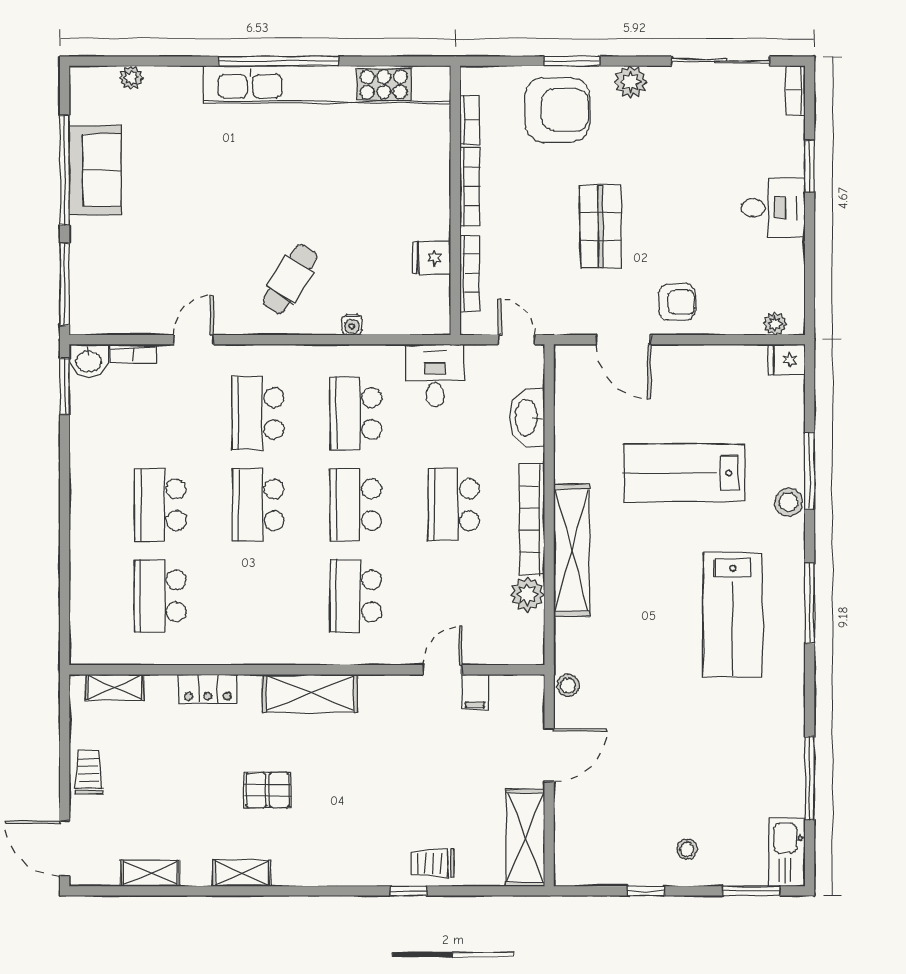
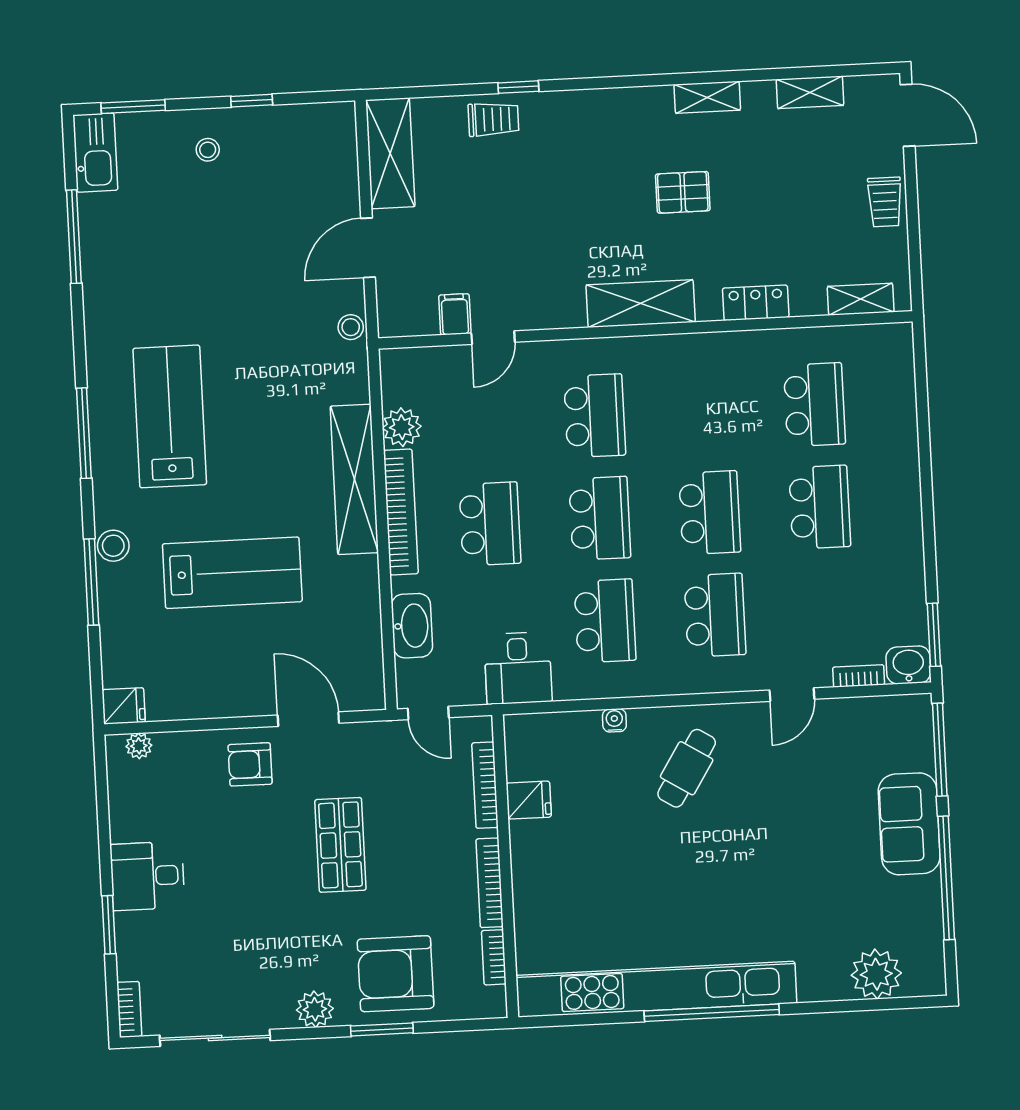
plant: (131, 78) -> (876, 974), width x1.88, depth x1.88
sofa: (95, 170) -> (909, 824), moved

